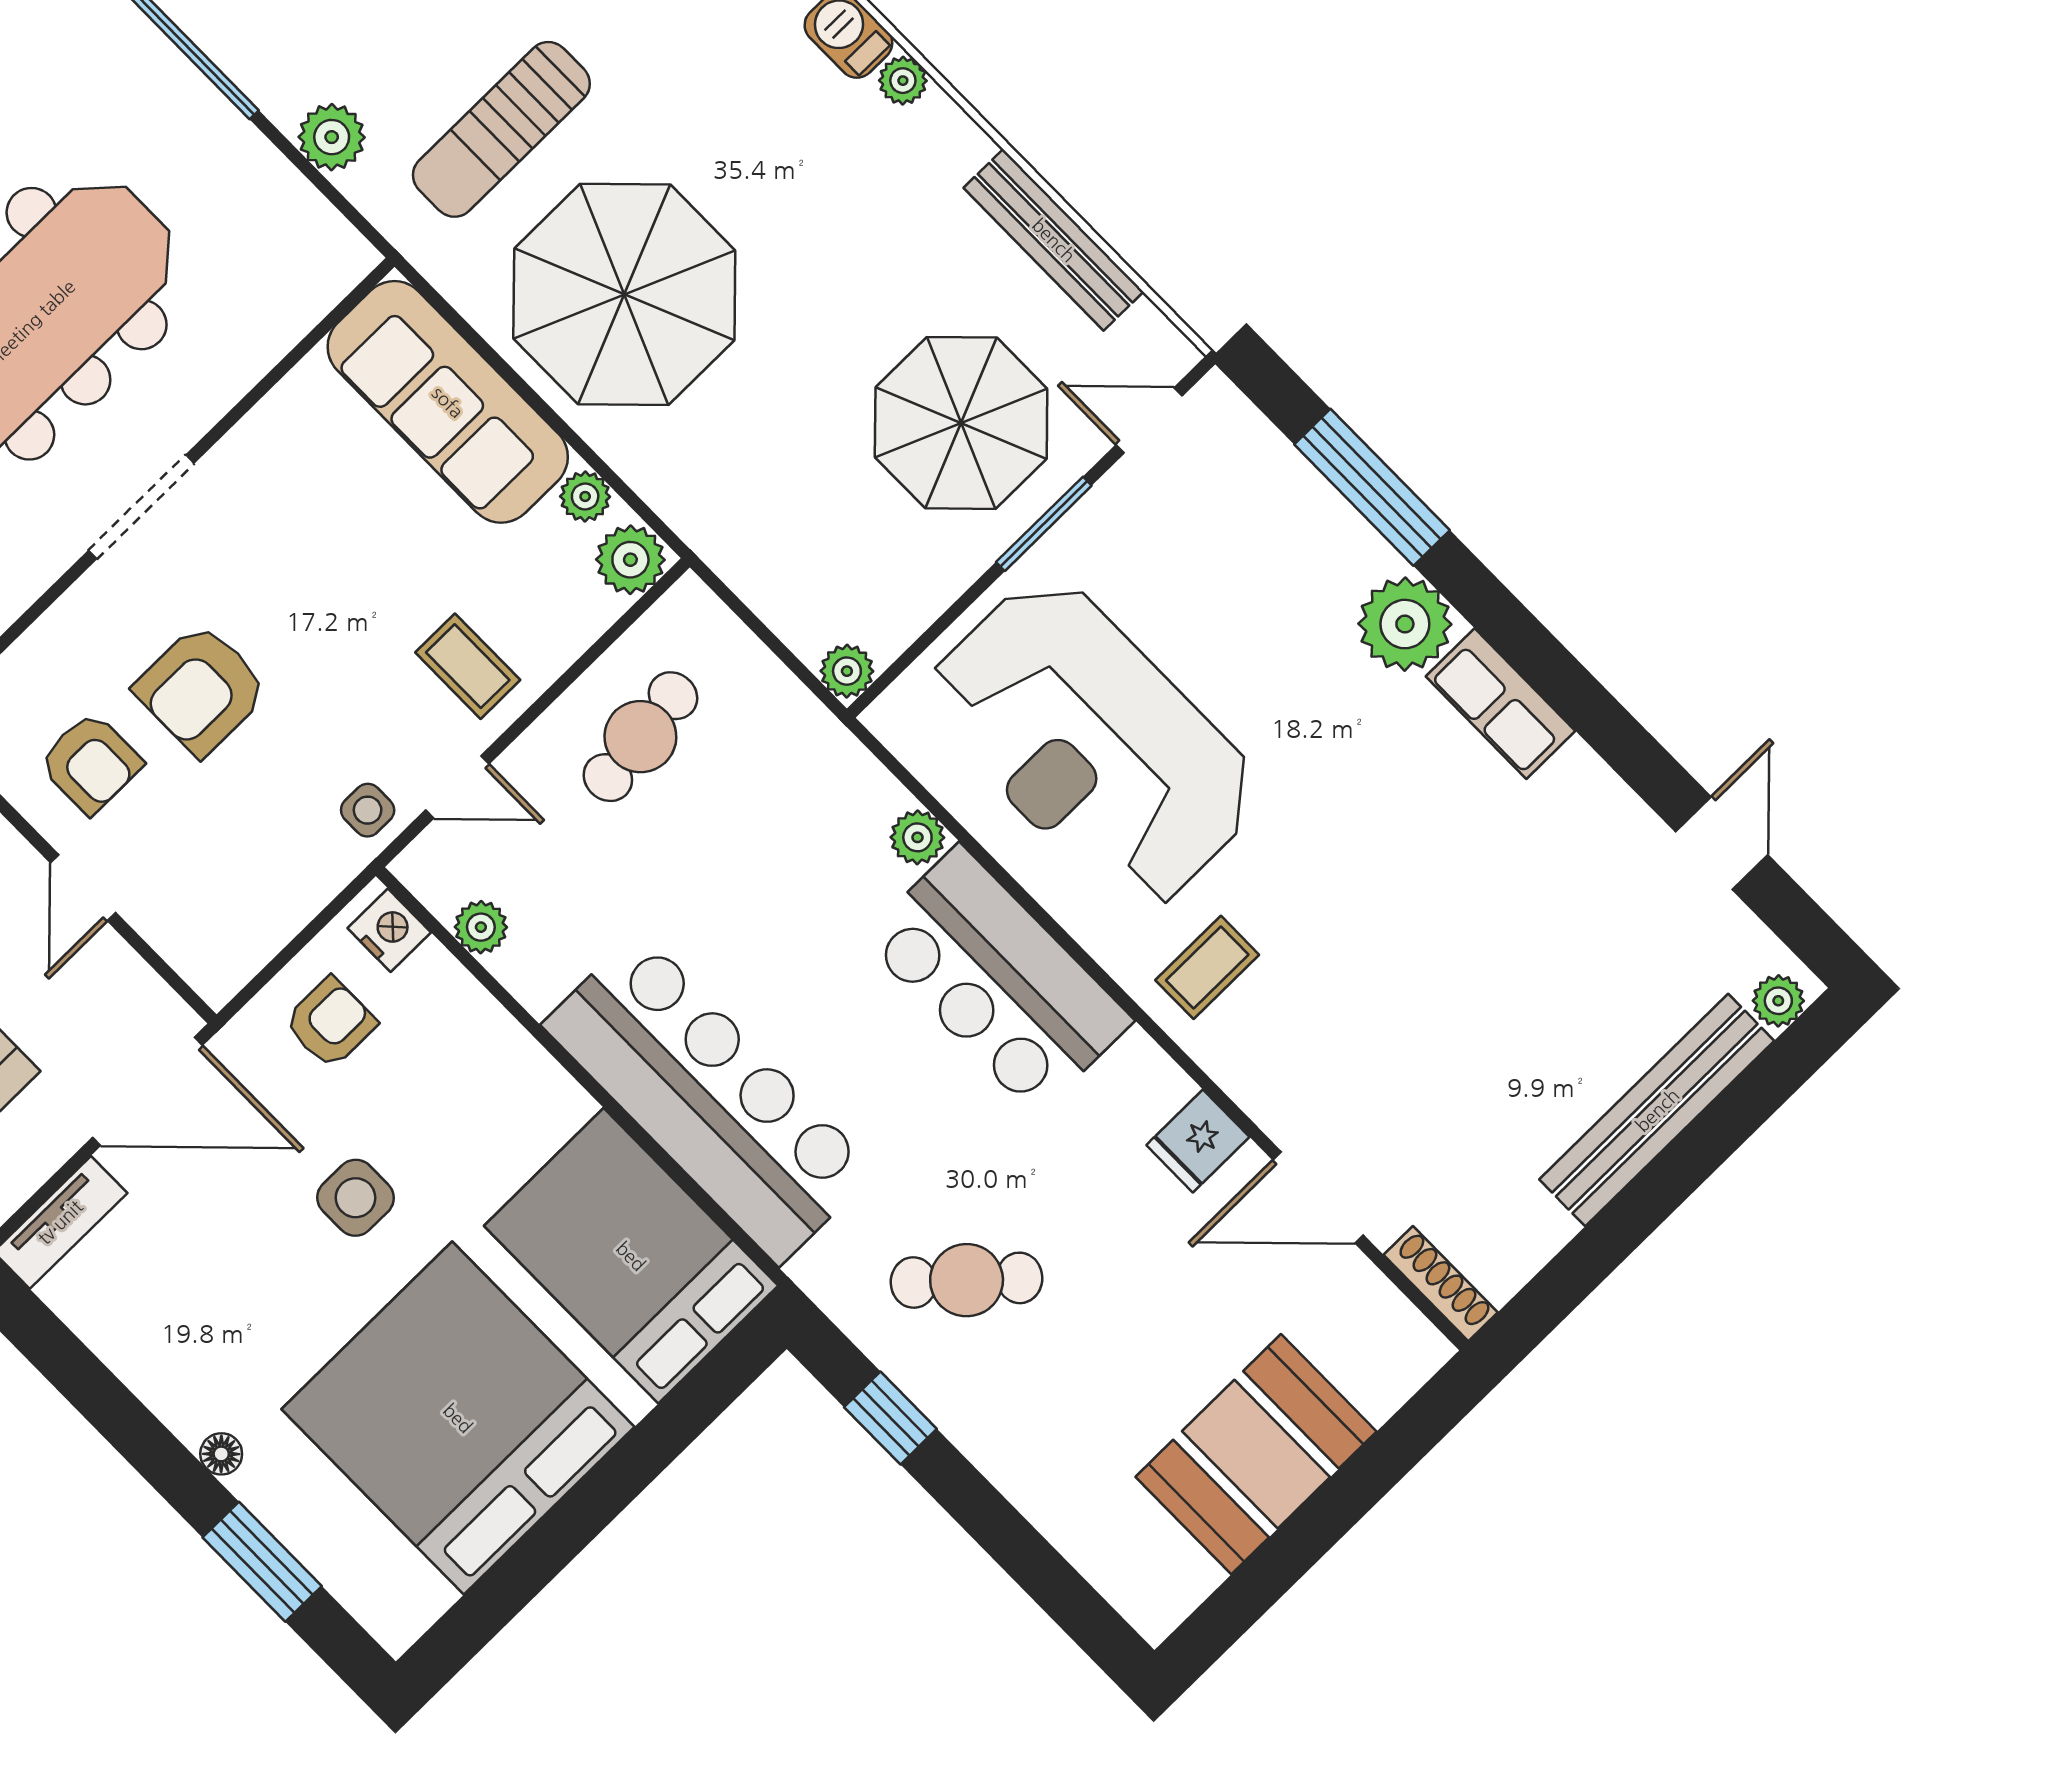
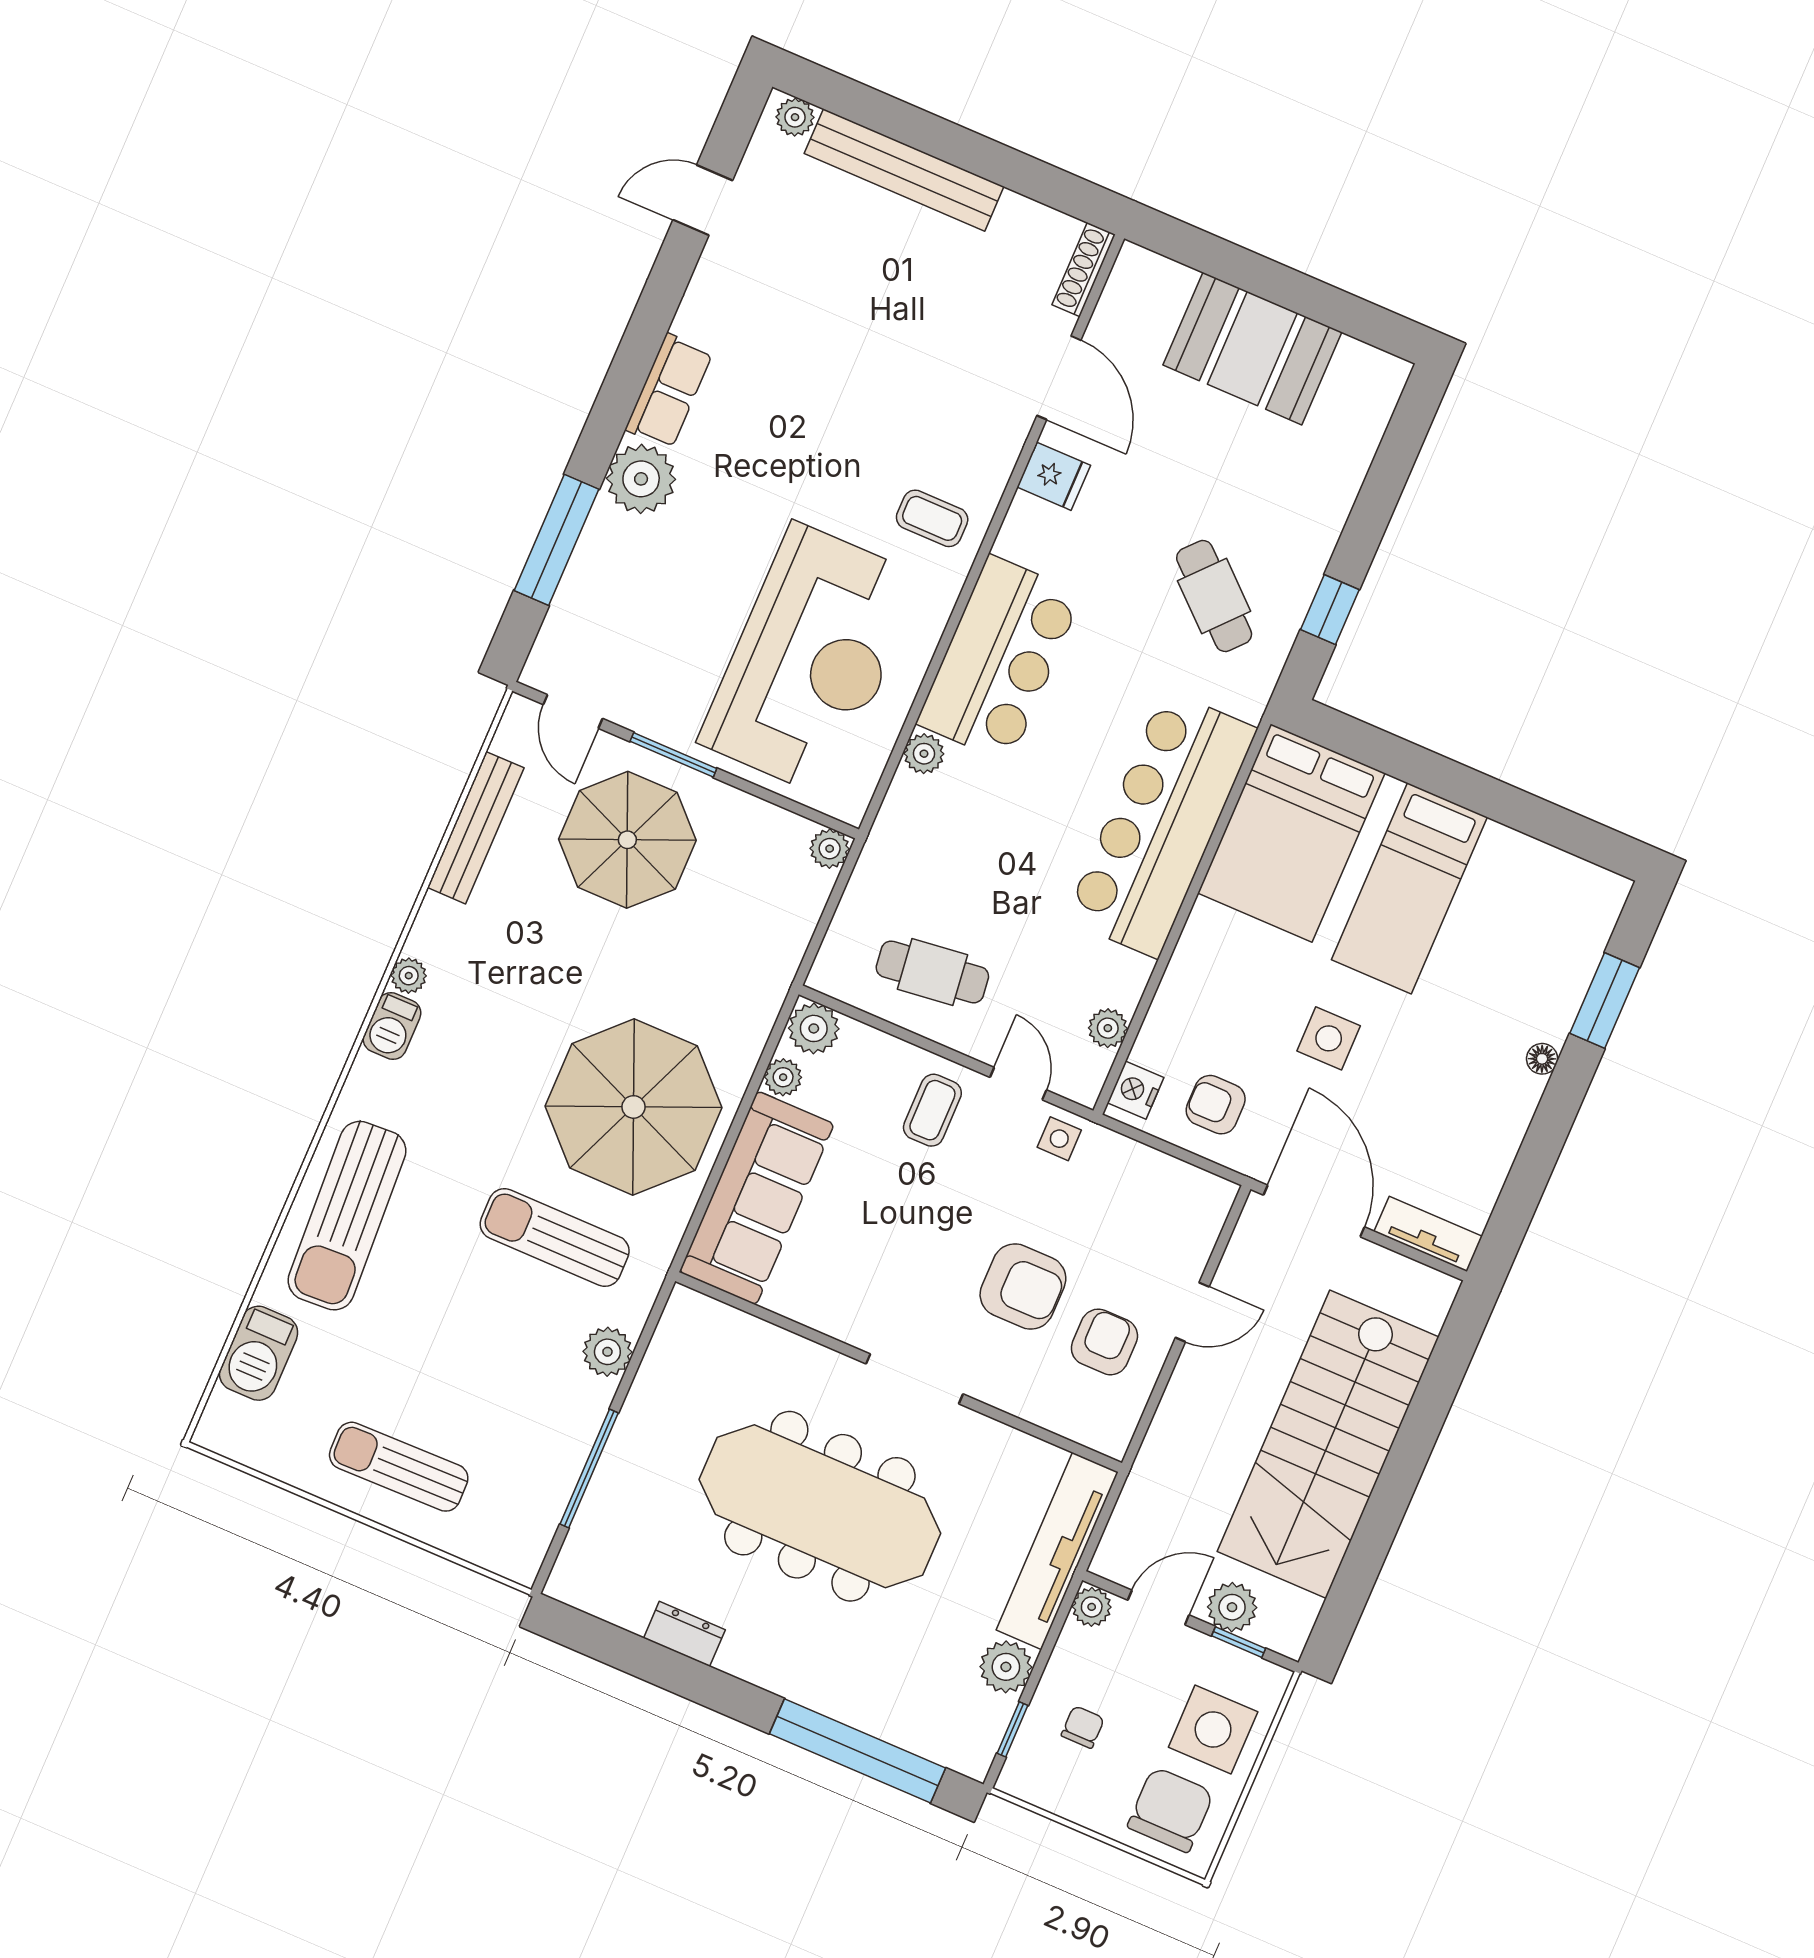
sun lounger: (501, 129) -> (555, 1237), turned 180
bed: (458, 1418) -> (1409, 888), width x0.49

